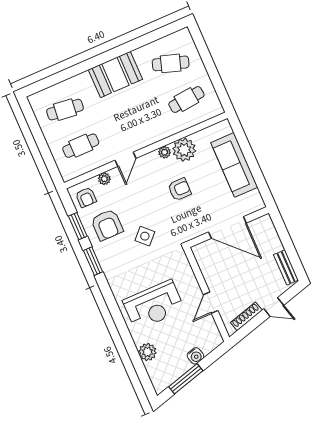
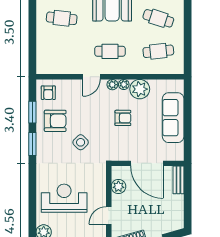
cafe table: (81, 146) -> (110, 51), moved
plant: (104, 179) -> (112, 85), moved
armchair: (107, 225) -> (55, 121), turned -90
plant: (207, 266) -> (118, 186), added
bench: (286, 267) -> (178, 180), moved
reception desk: (154, 305) -> (64, 198), turned 180

